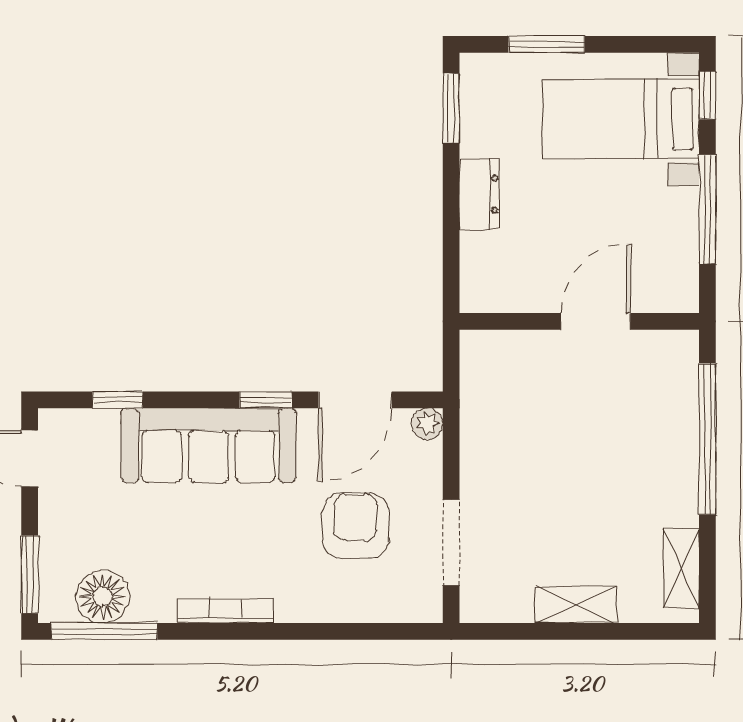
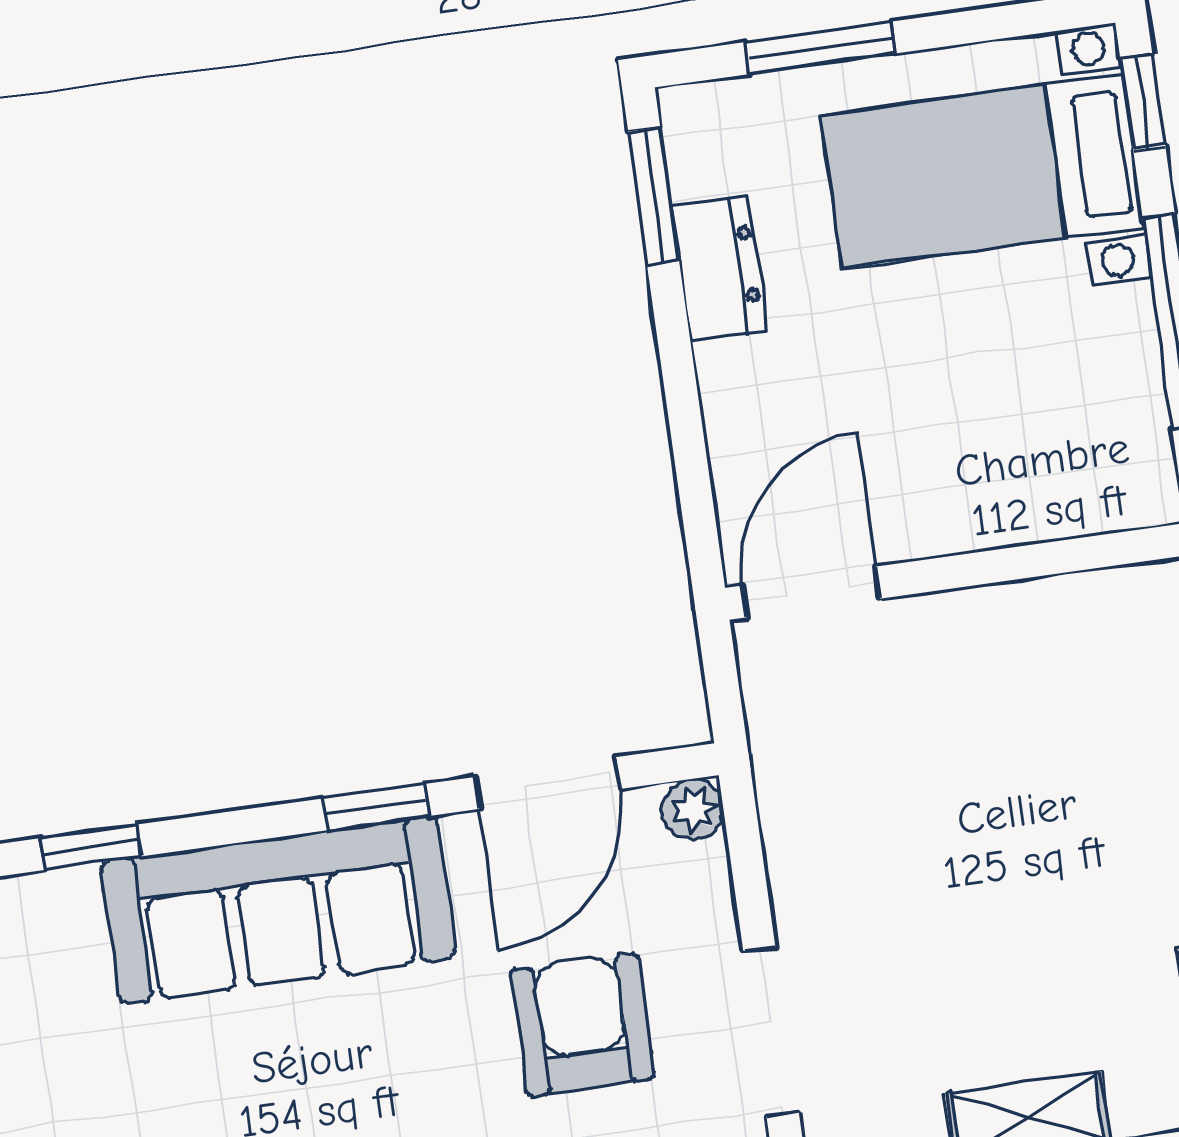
dresser: (479, 194) -> (719, 268), moved
door: (595, 321) -> (811, 592), moved

